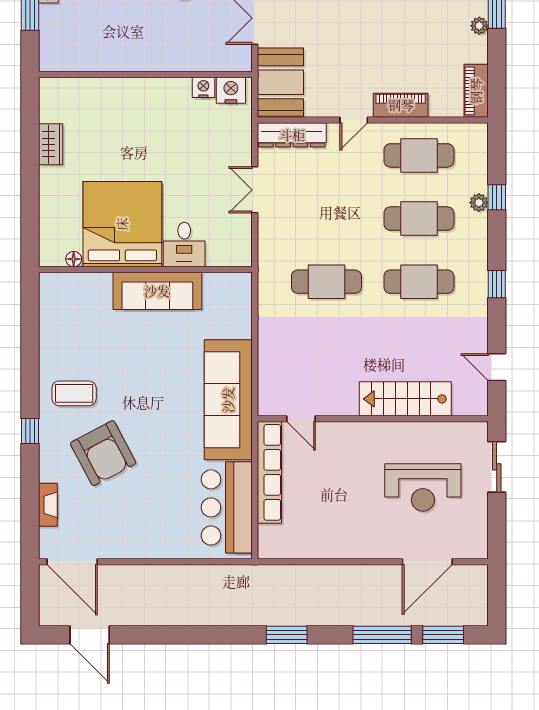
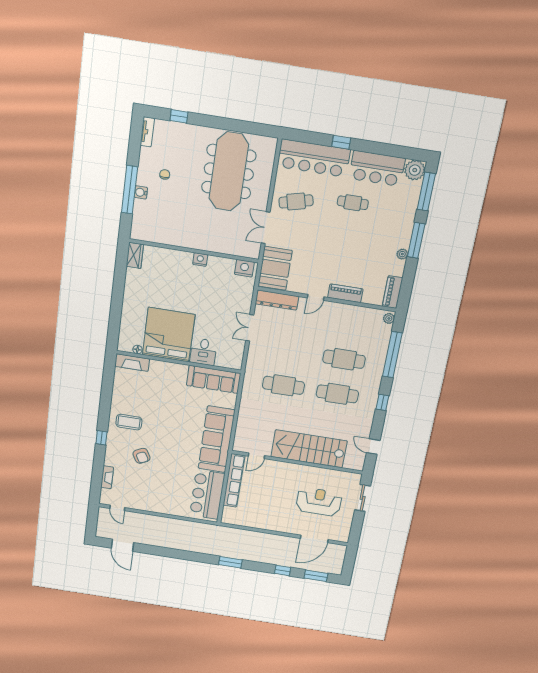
nightstand: (203, 87) -> (200, 260), moved
wardrobe: (51, 144) -> (135, 255), moved
cafe table: (419, 155) -> (351, 324), removed
window: (497, 197) -> (392, 355), width x3.17
plant: (479, 203) -> (389, 318), moved
fireplace: (67, 284) -> (132, 363), added
sofa: (157, 291) -> (214, 379), moved
stairs: (405, 399) -> (309, 449), width x1.36, depth x1.51
door: (301, 419) -> (256, 456), hinge flipped
armchair: (103, 453) -> (142, 456), width x0.53, depth x0.53
reception desk: (423, 487) -> (319, 502), turned 180
door: (72, 562) -> (117, 508), width x0.53
window: (382, 635) -> (283, 570), width x0.46

